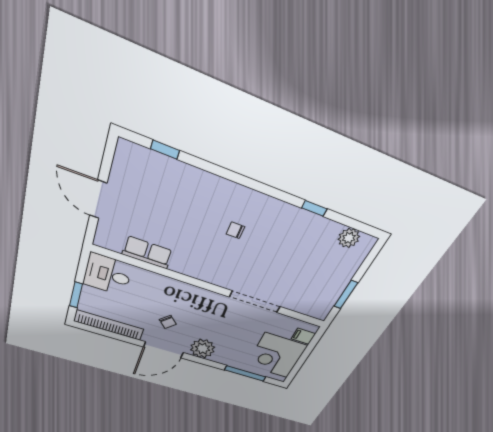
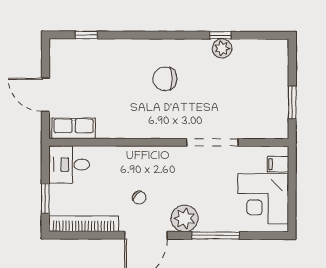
chair: (235, 230) -> (165, 79), width x1.87, depth x1.87
plant: (349, 238) -> (222, 48), moved
row of seats: (147, 253) -> (74, 128), moved
window: (245, 373) -> (216, 235), moved

